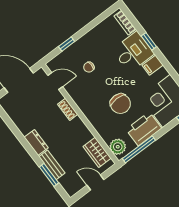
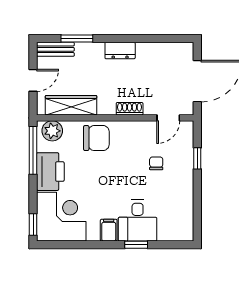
bookcase: (125, 23) -> (174, 235), removed
chair: (120, 104) -> (96, 138), moved, turned 180
wardrobe: (97, 152) -> (71, 105), width x1.50
bench: (52, 165) -> (55, 49), moved

